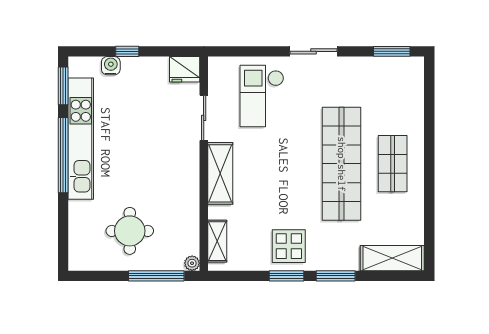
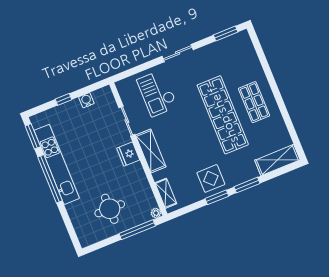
water cooler: (111, 66) -> (86, 100), moved
fridge: (185, 69) -> (128, 154), moved, turned 90

